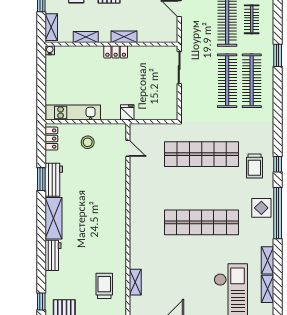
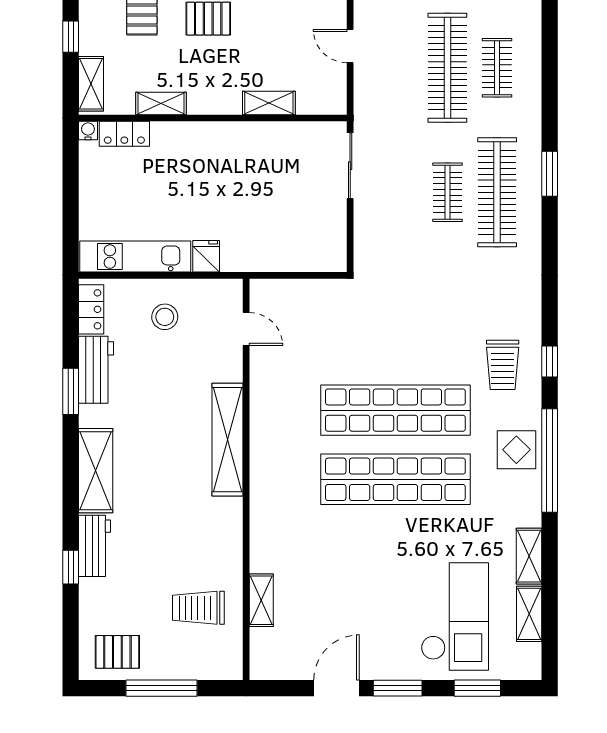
shelving: (124, 37) -> (269, 103), moved
locker: (116, 52) -> (124, 134), moved
window: (278, 55) -> (550, 174), moved
clothes rail: (227, 81) -> (447, 192), width x0.54, depth x0.76
fridge: (127, 112) -> (206, 256), moved
shop shelf: (202, 154) -> (395, 410), moved
workbench: (54, 180) -> (96, 370), moved
shelving: (119, 203) -> (228, 440), added
trolley: (104, 286) -> (198, 608), turned -90
window: (41, 302) -> (71, 567), moved

